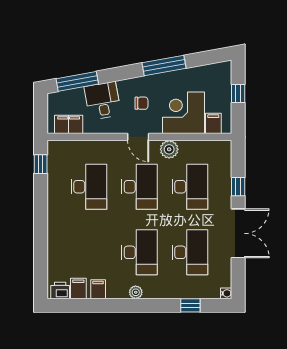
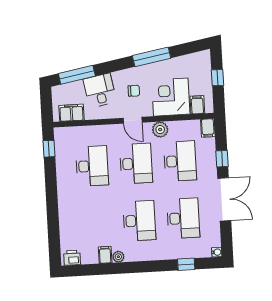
filing cabinet: (78, 289) -> (208, 128), moved, turned 180
plant: (136, 292) -> (118, 257), moved

